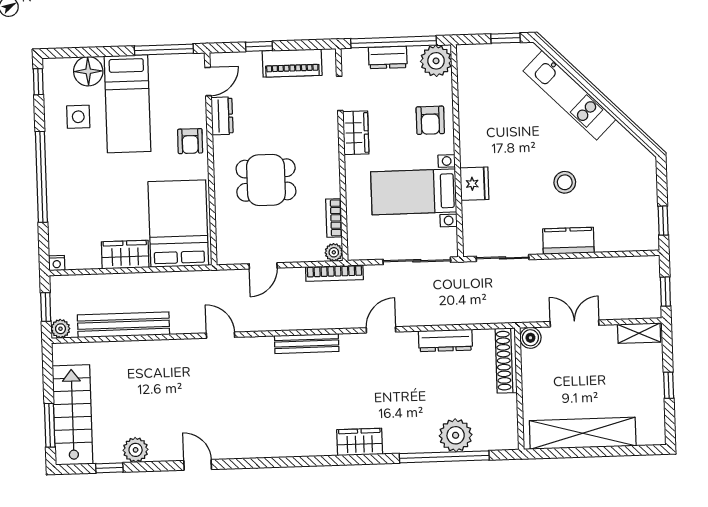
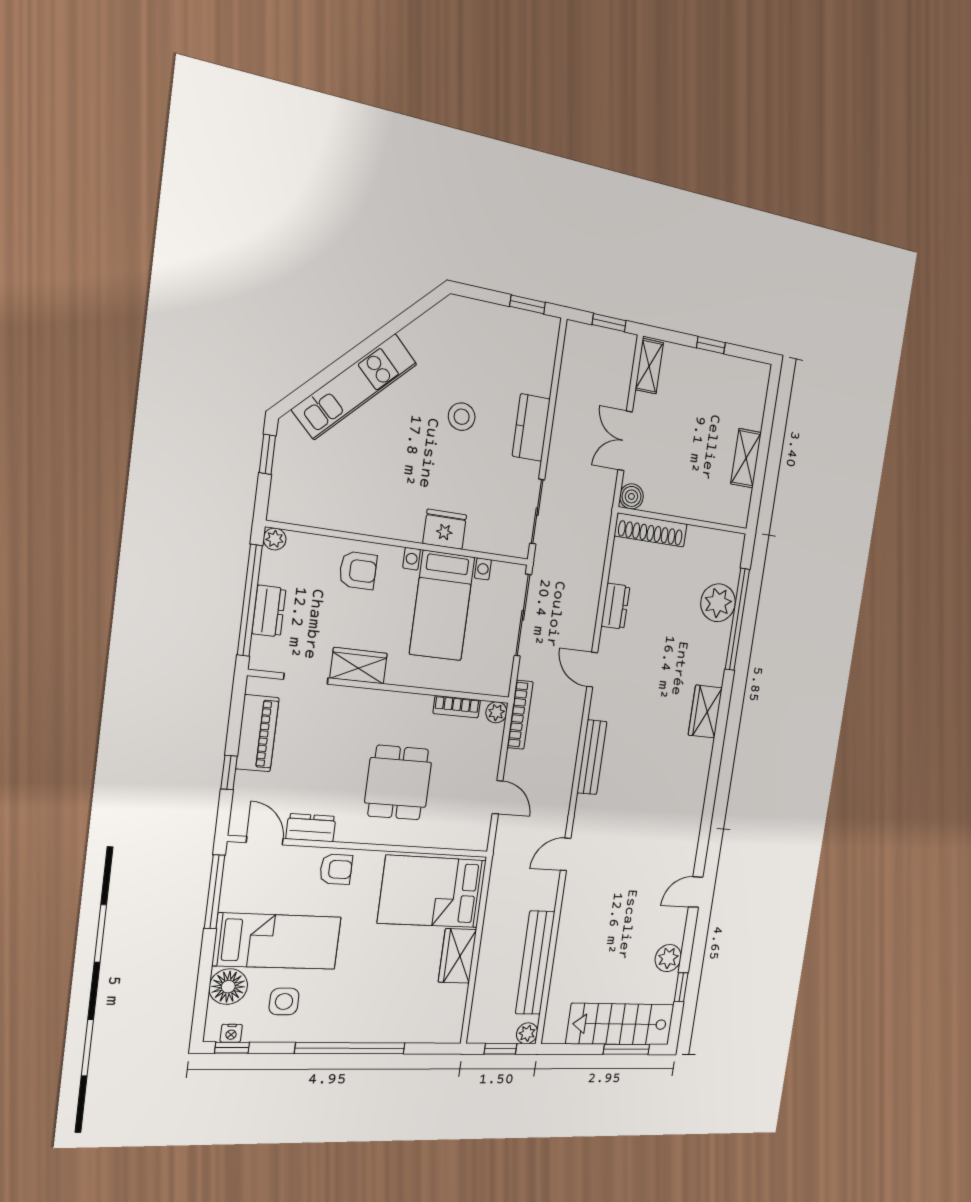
plant: (436, 61) -> (275, 539), width x0.53, depth x0.53
nightstand: (57, 263) -> (231, 1033), moved, turned 90
dresser: (445, 340) -> (615, 606), width x0.70
shelving: (583, 433) -> (746, 458), width x0.45, depth x0.75

